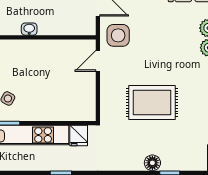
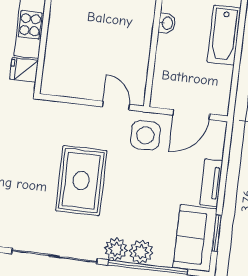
rug: (152, 102) -> (81, 181), moved

